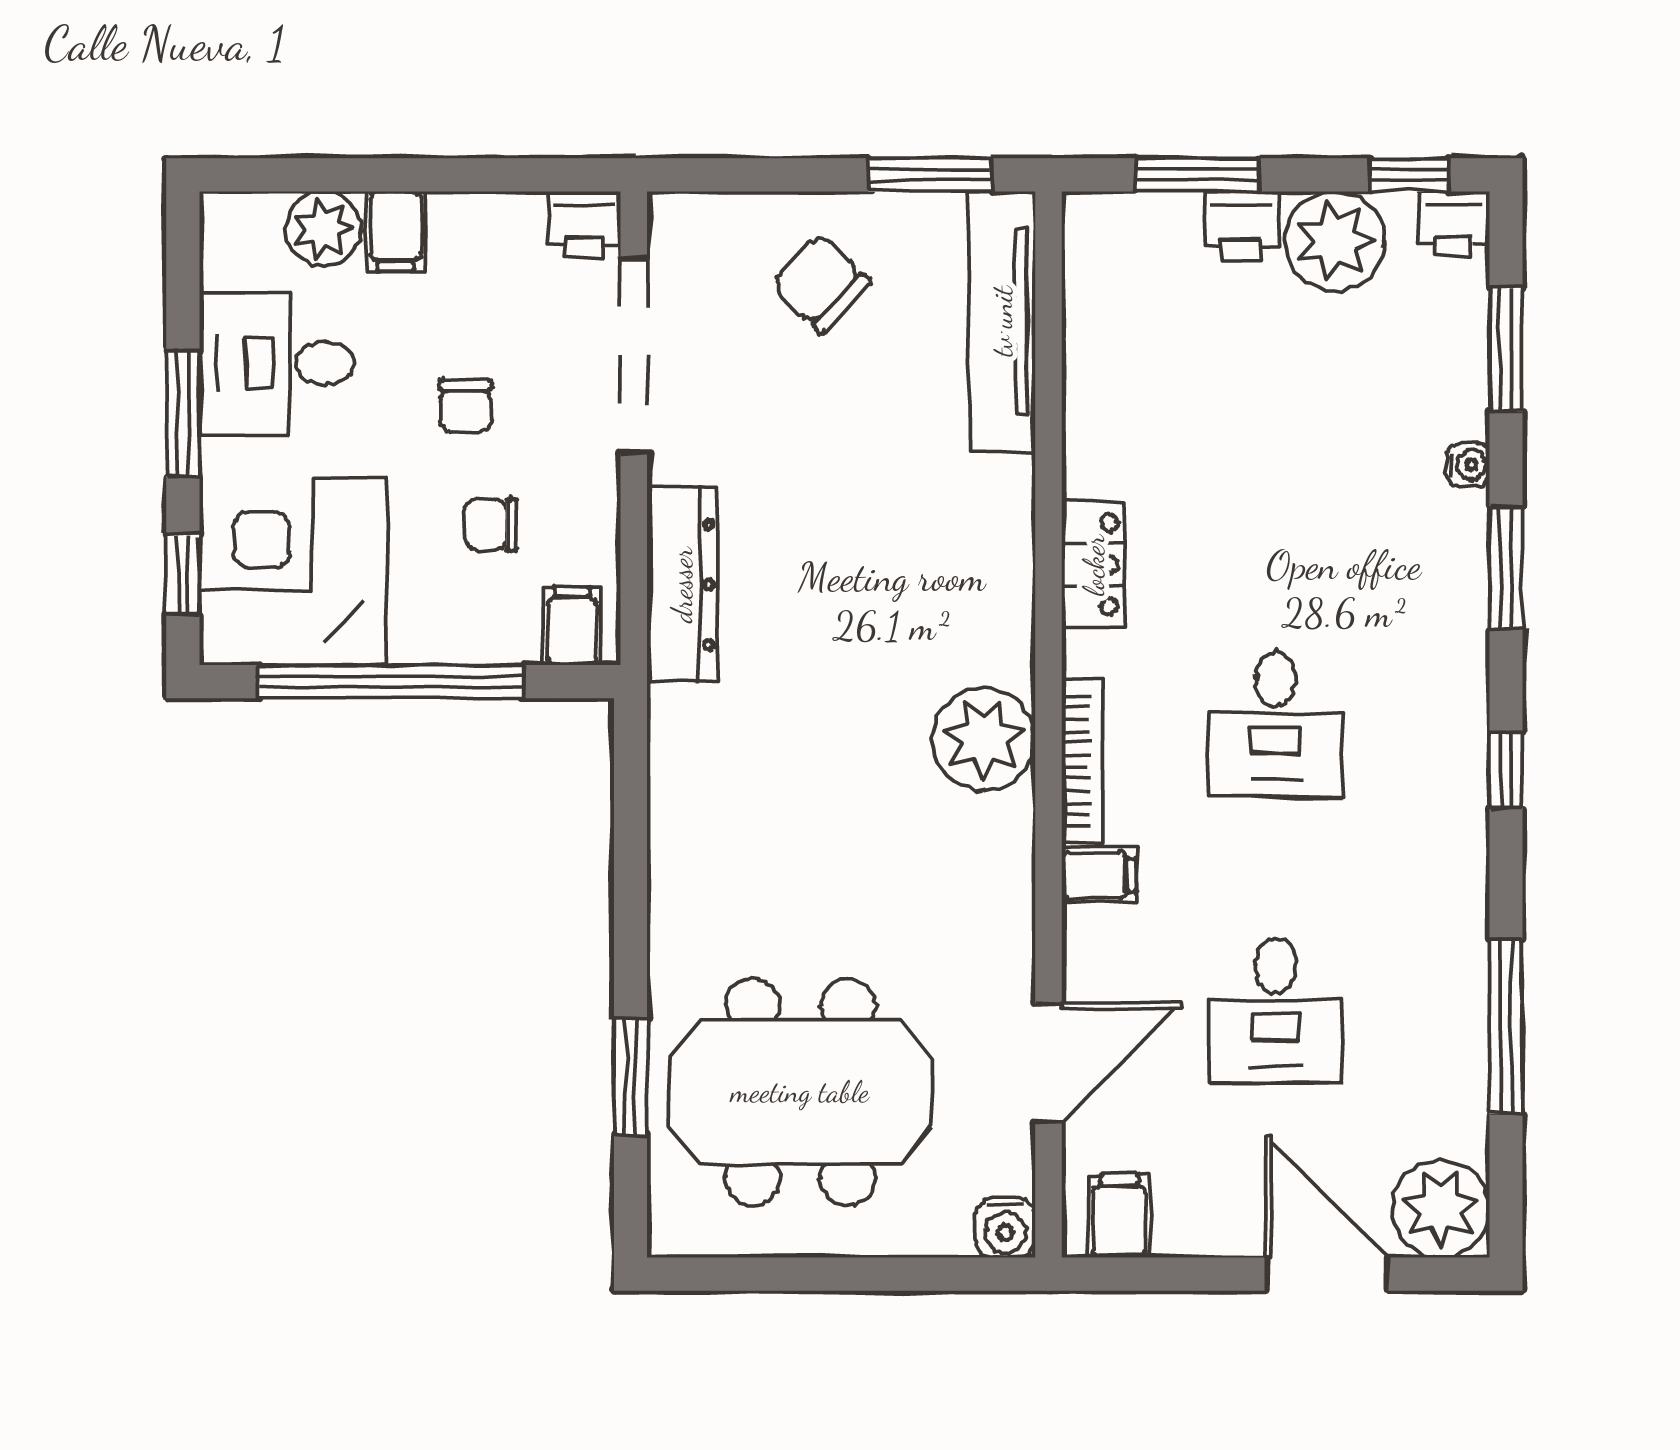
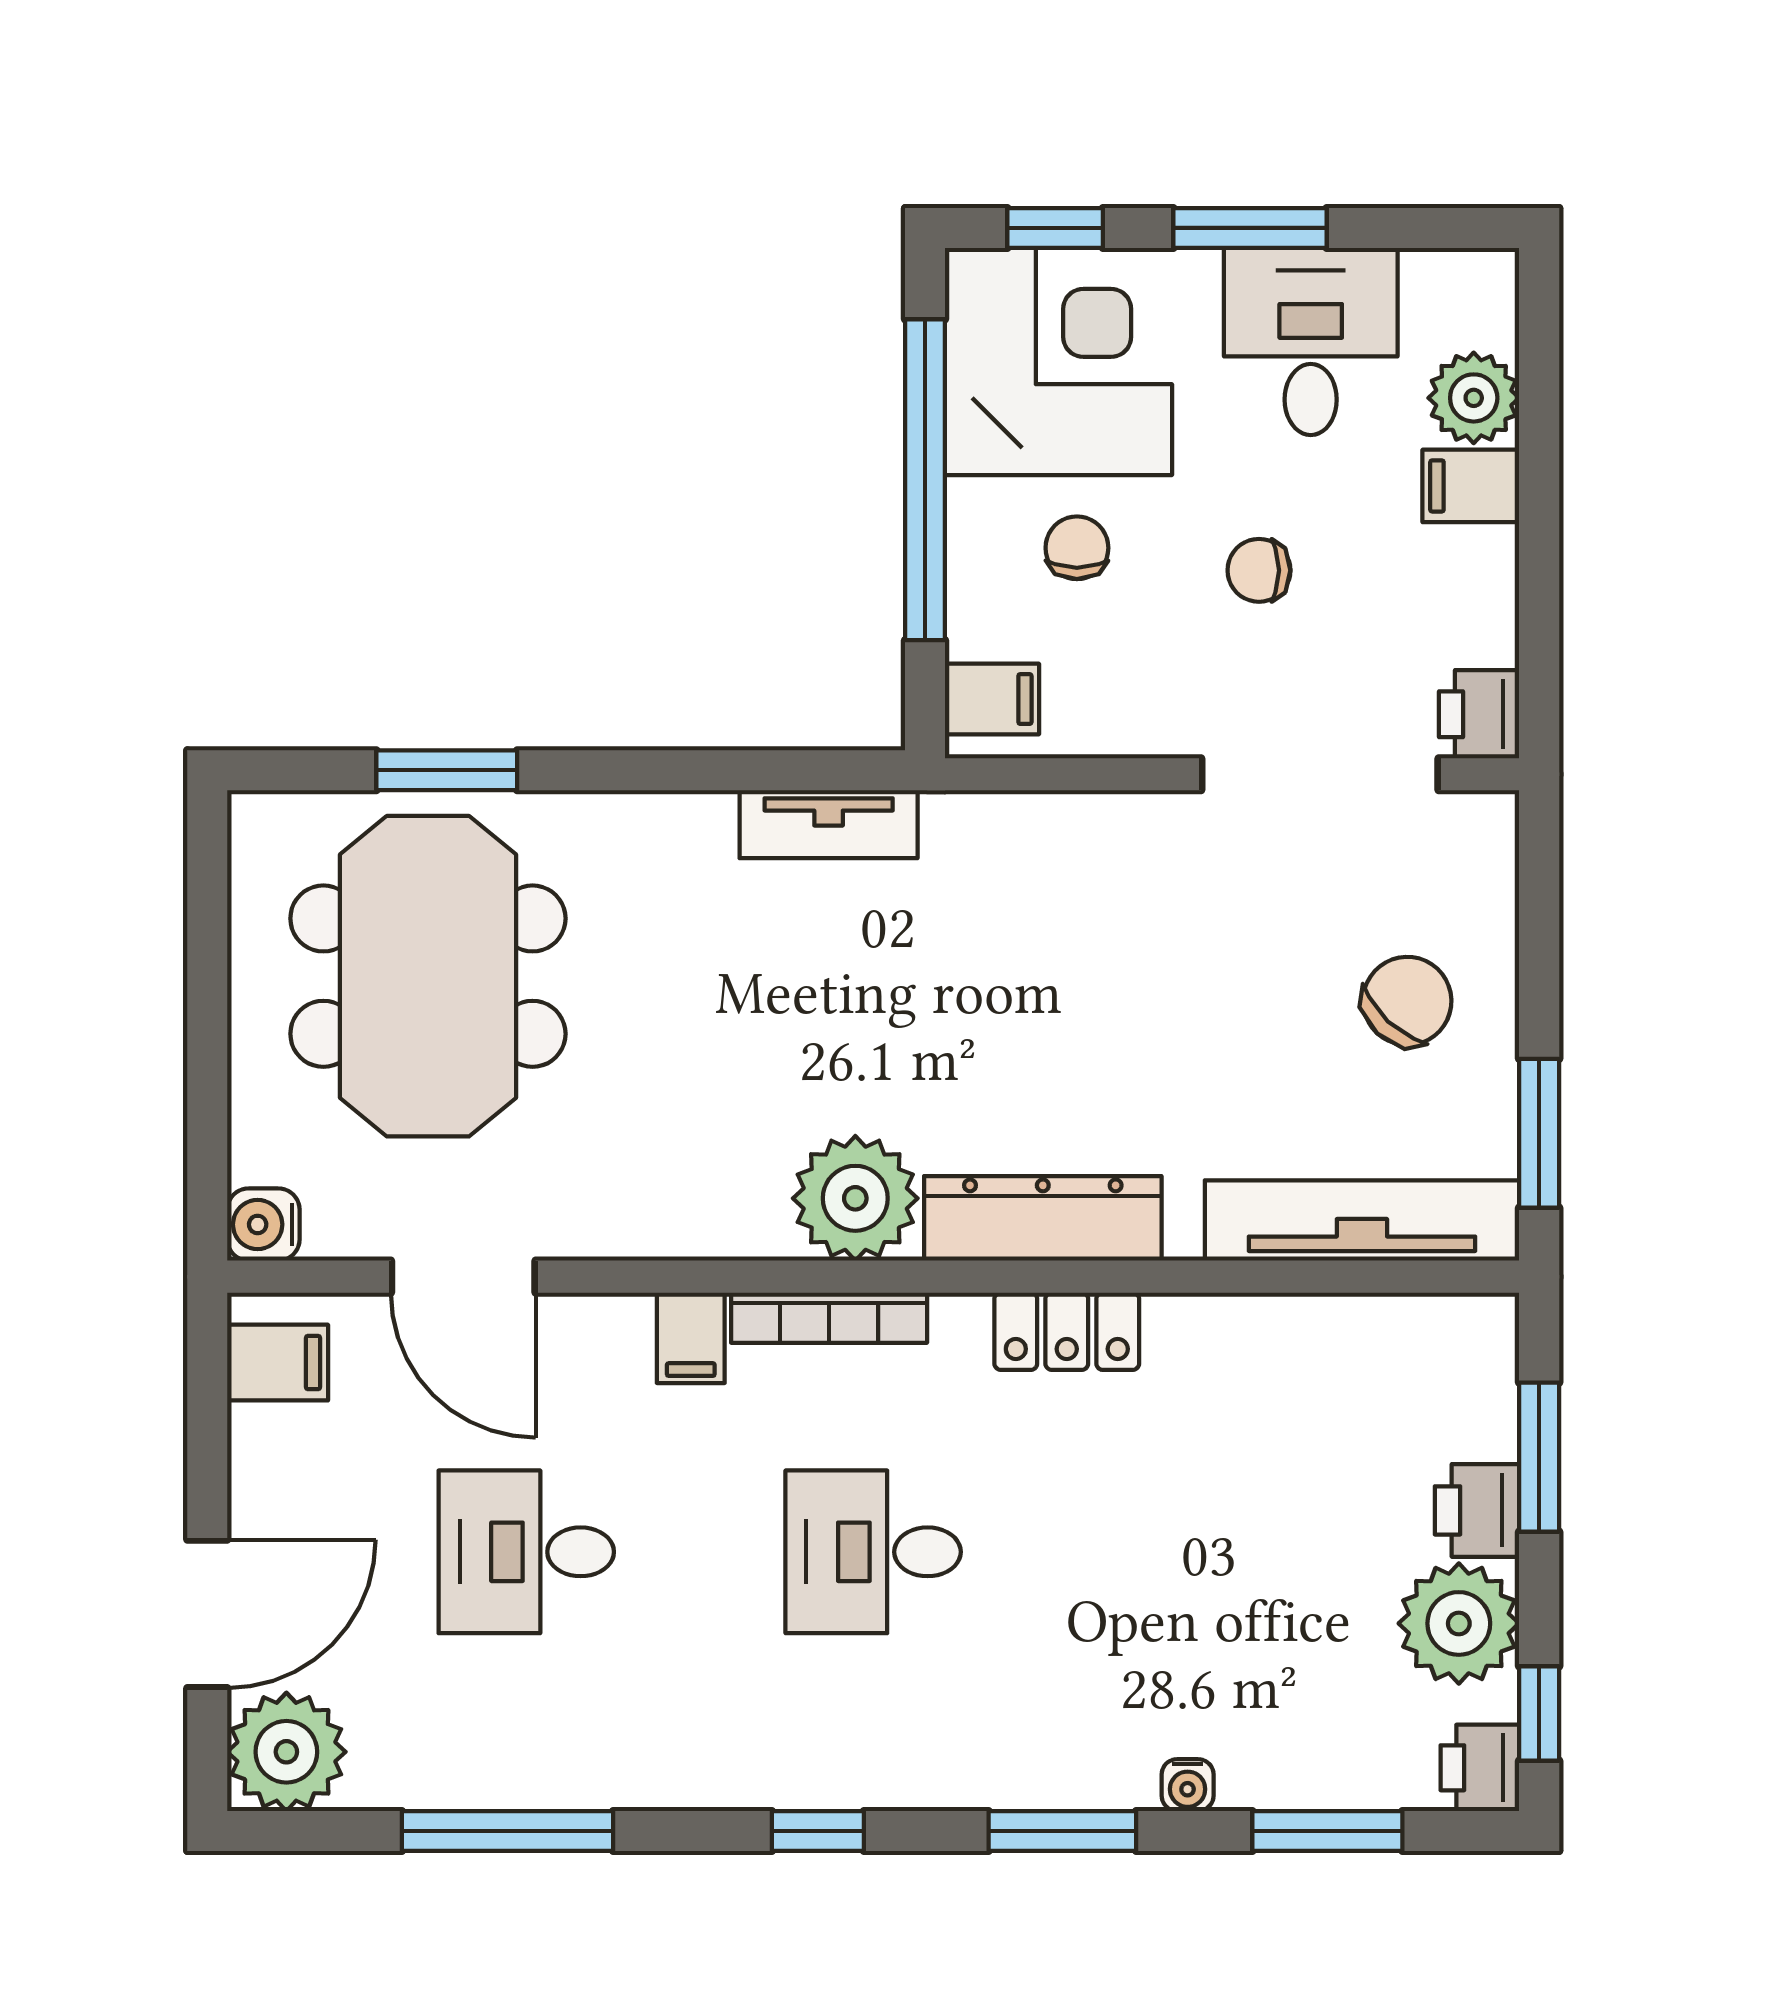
chair: (491, 525) -> (1077, 548), moved
dresser: (682, 585) -> (1043, 1218), moved, turned 180
tv unit: (675, 761) -> (829, 824), added

